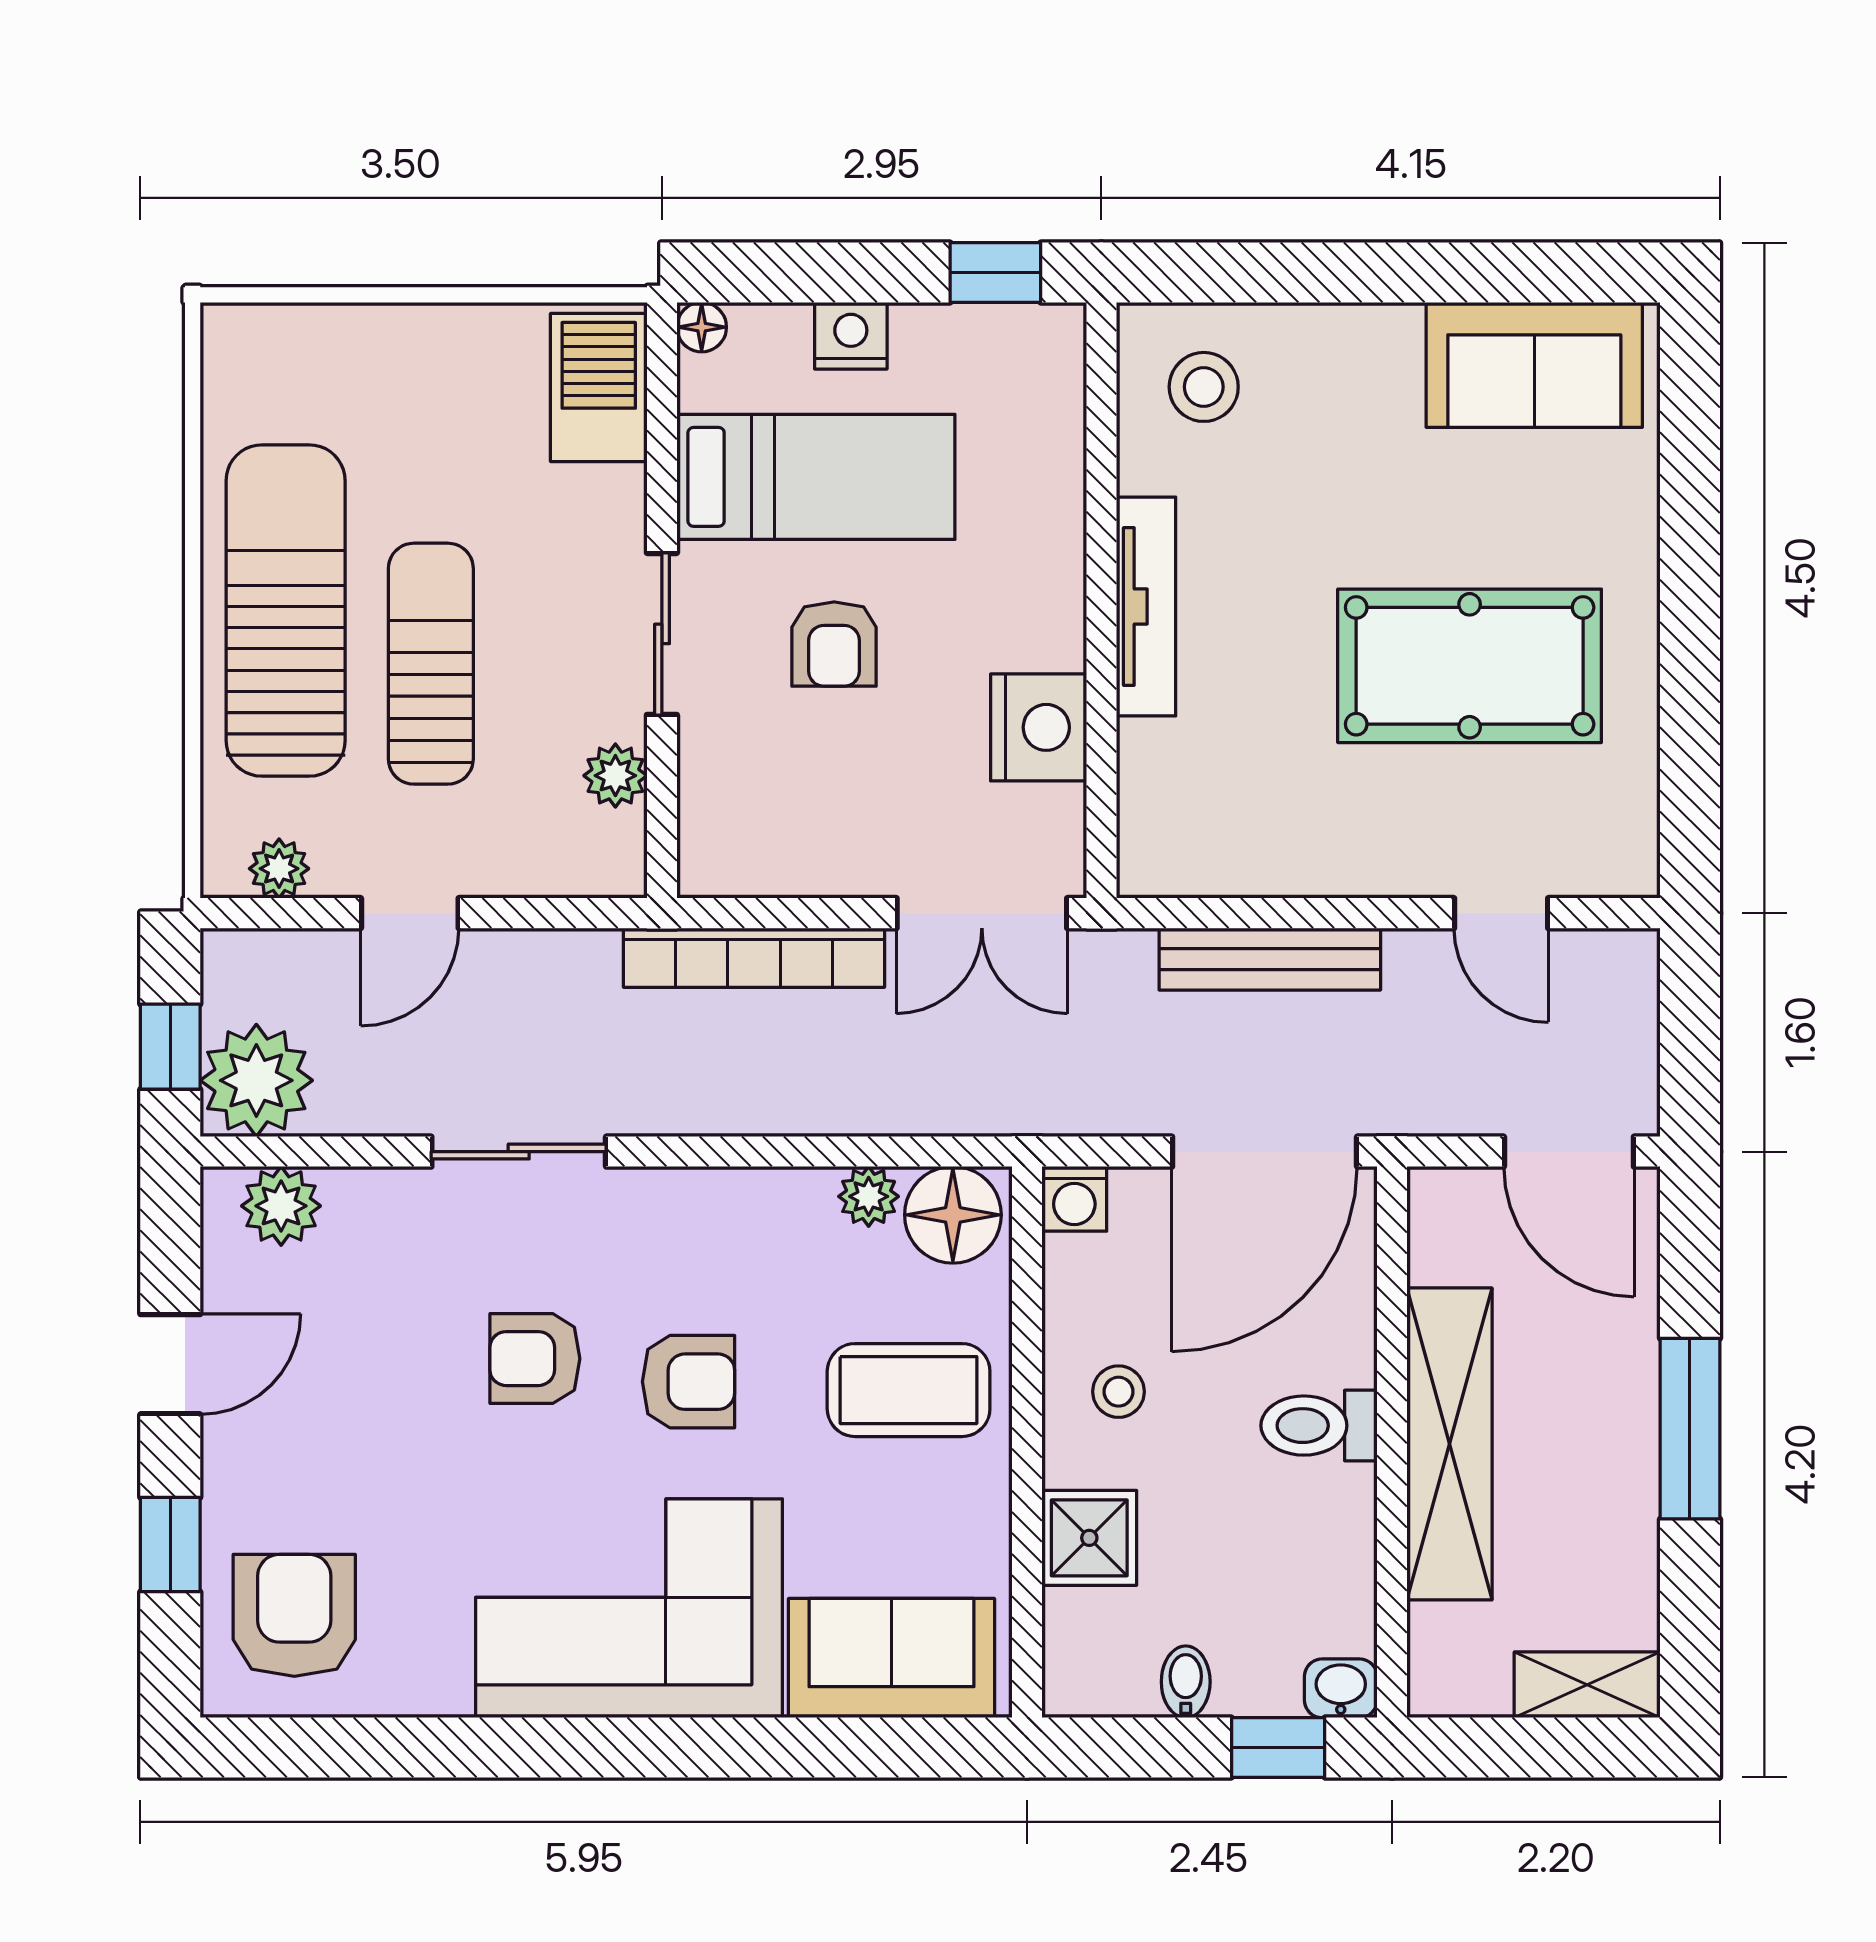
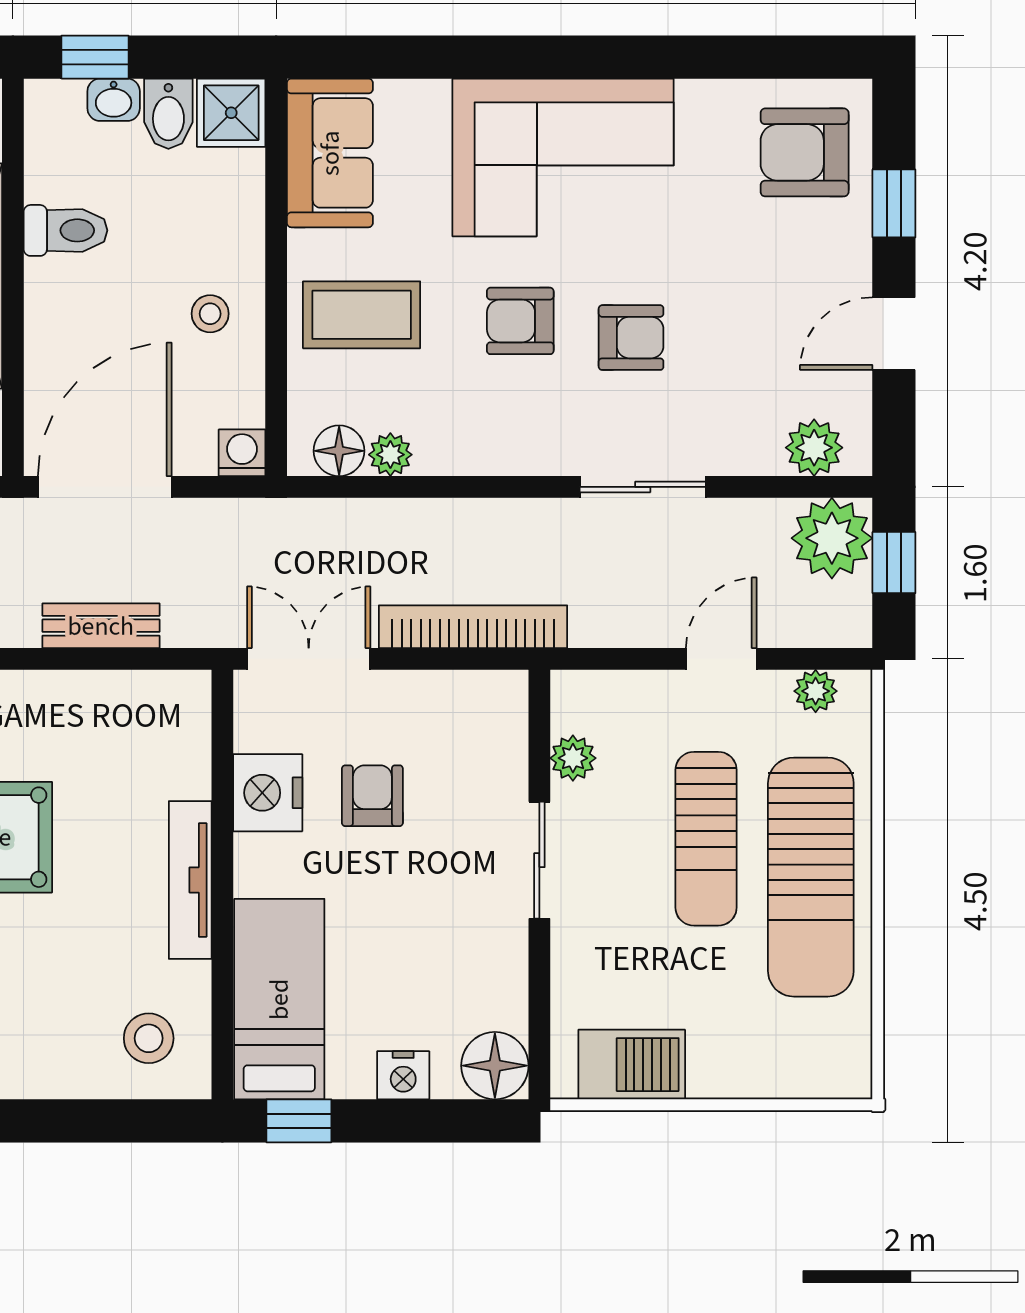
floor lamp: (702, 327) -> (495, 1066), width x1.89, depth x1.89
barbecue: (599, 388) -> (632, 1065), moved, turned -90
bed: (816, 477) -> (279, 999), moved, turned 90
armchair: (834, 644) -> (372, 796), moved
bench: (1270, 959) -> (101, 626), width x0.73
floor lamp: (953, 1215) -> (339, 451), width x0.73, depth x0.73
toilet: (1319, 1426) -> (66, 230), moved
shower: (1089, 1538) -> (231, 113), moved
armchair: (294, 1615) -> (805, 152), turned 90
sofa: (891, 1658) -> (330, 153), moved, turned -90
bidet: (1186, 1682) -> (168, 114), width x1.38, depth x1.36
washbasin: (1341, 1688) -> (114, 100), moved

